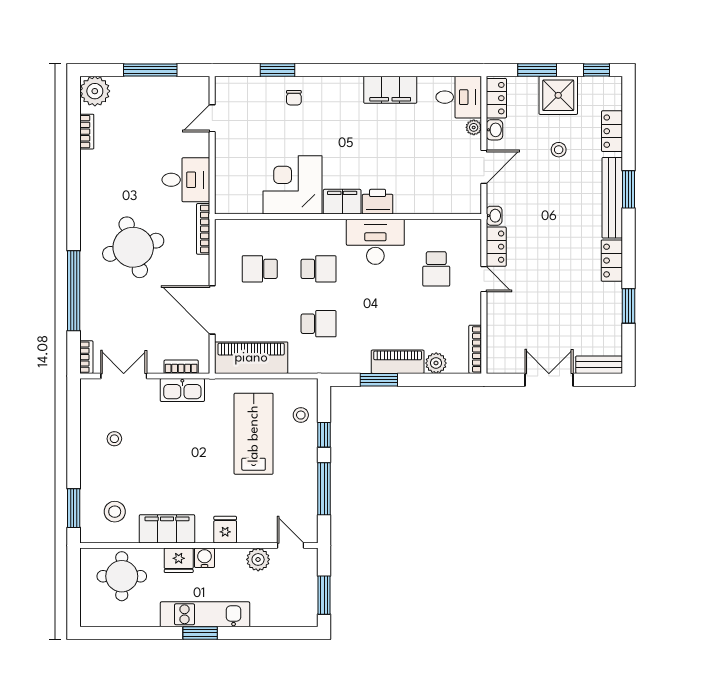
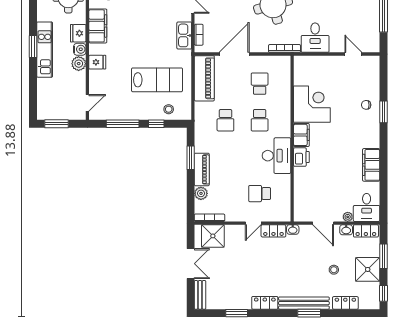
window: (278, 70) -> (383, 112), moved
shower: (504, 344) -> (213, 236), added
plant: (258, 559) -> (79, 64), moved

